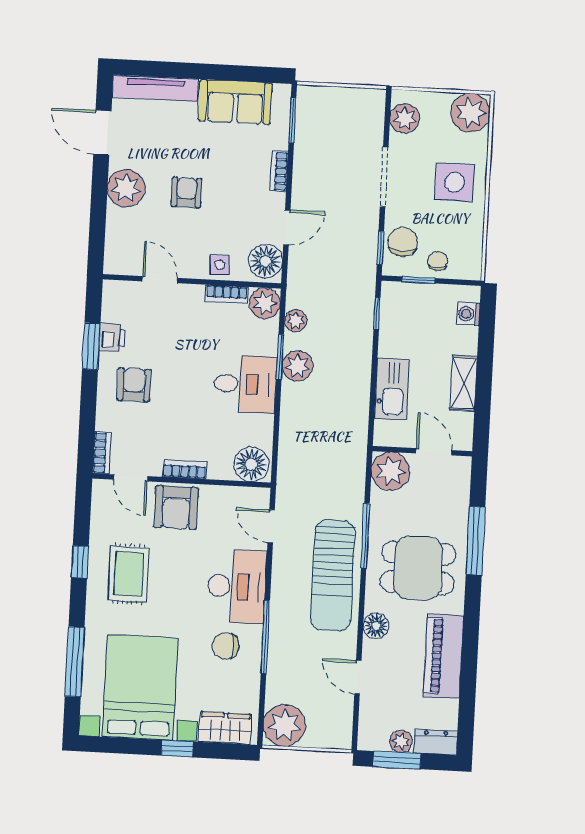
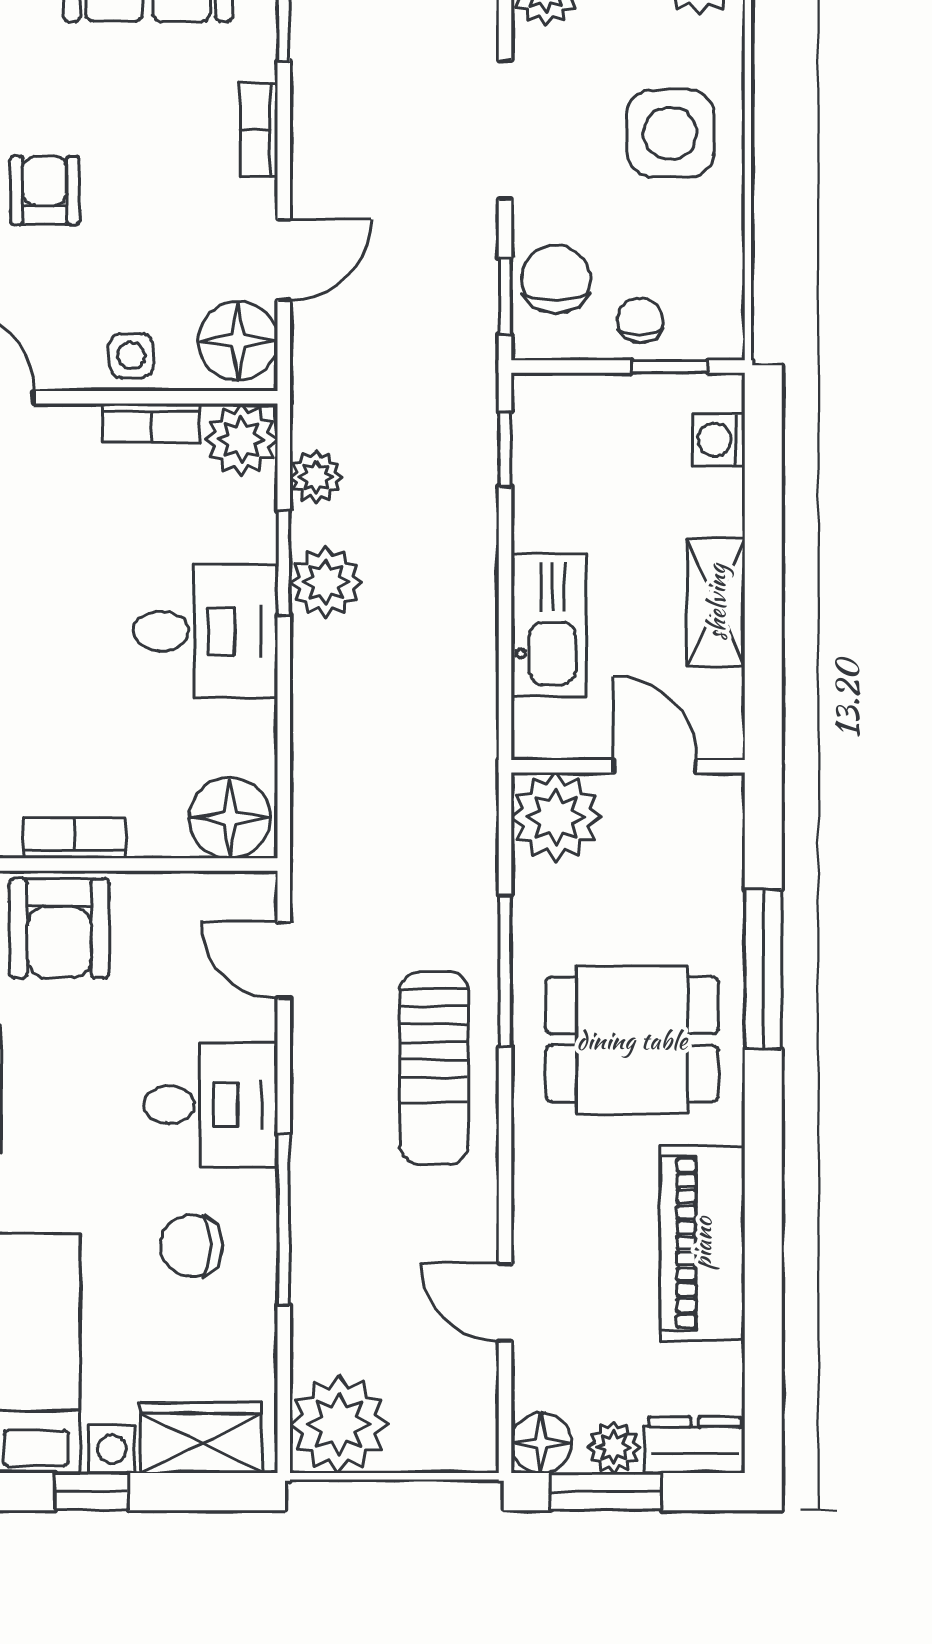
window: (418, 280) -> (670, 367), moved
sun lounger: (333, 576) -> (434, 1068), width x0.73, depth x0.75
desk: (237, 586) -> (211, 1105), width x0.73
floor lamp: (376, 626) -> (541, 1443), moved

